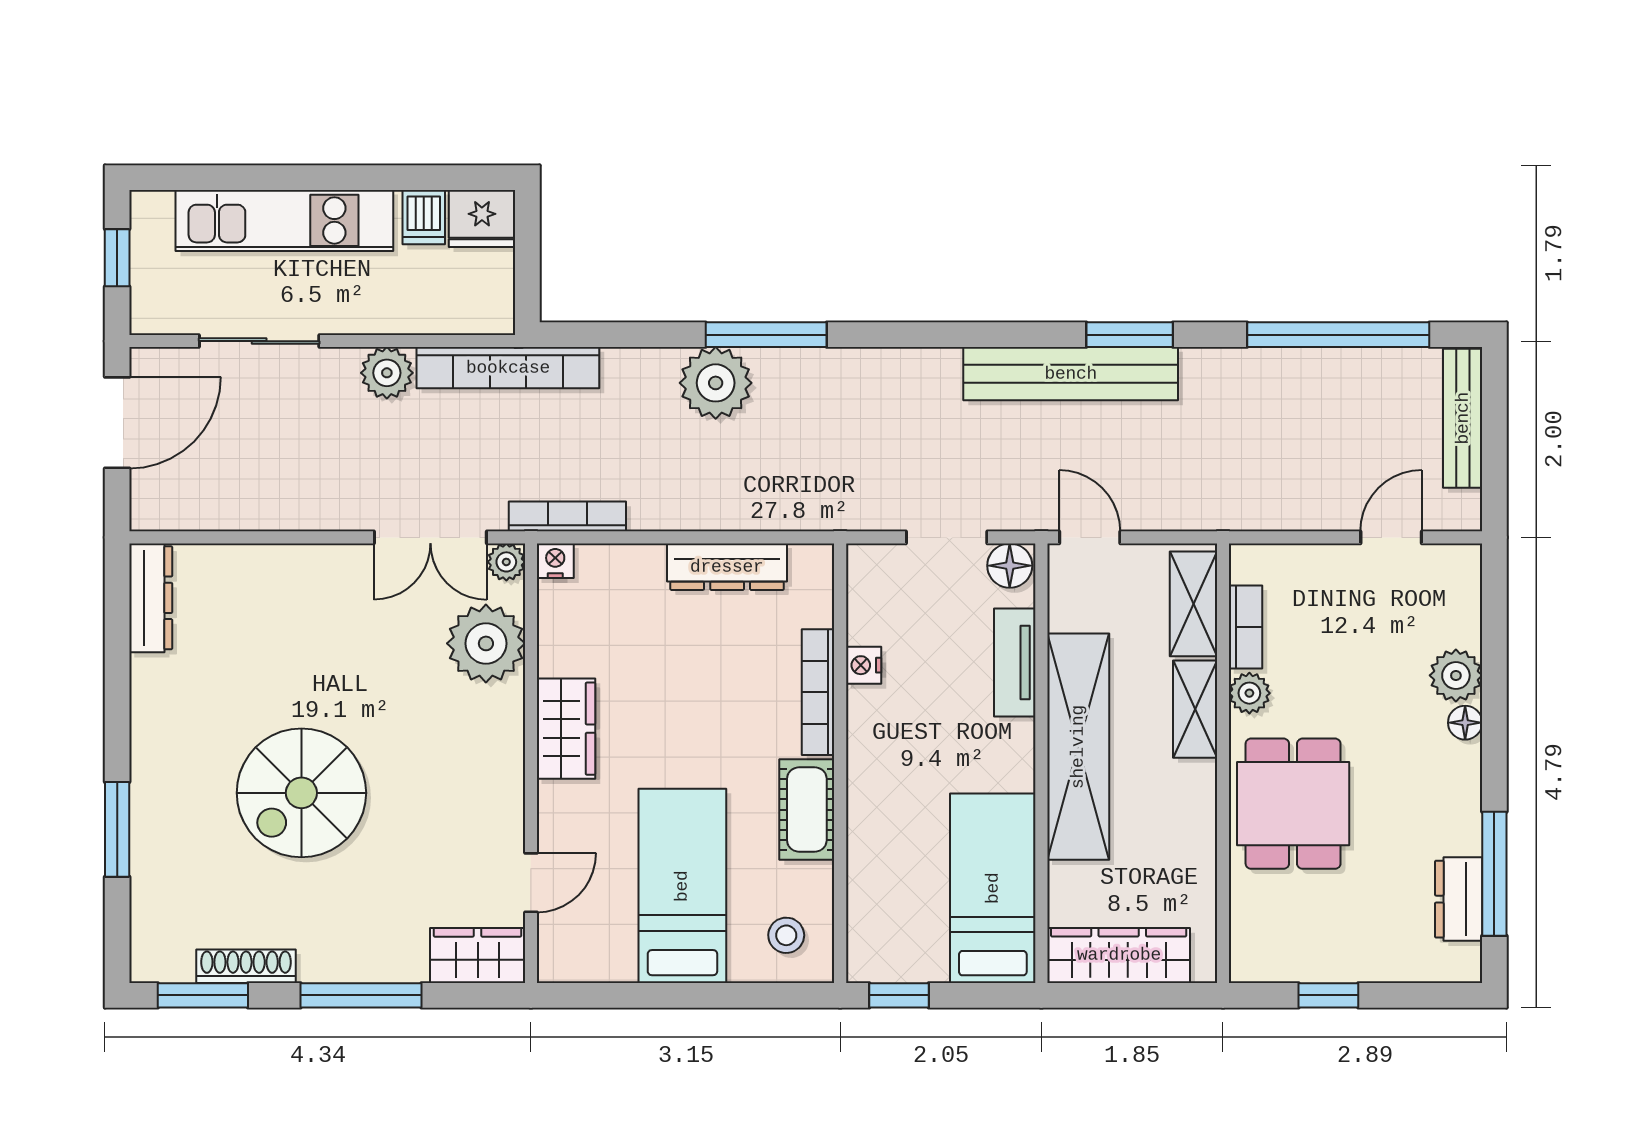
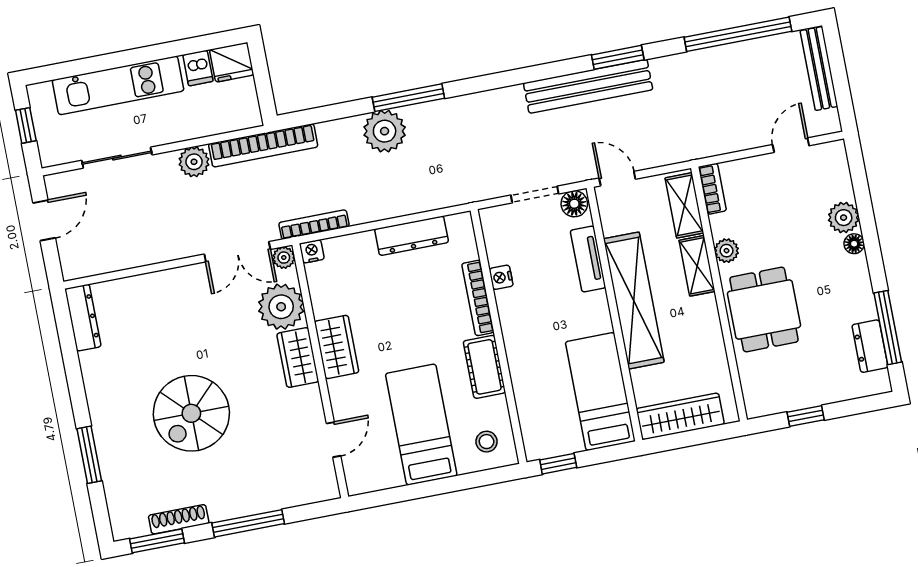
door: (117, 423) -> (44, 220), width x0.73
bookcase: (1246, 627) -> (712, 189), moved
wardrobe: (478, 956) -> (298, 358), moved, turned -90

